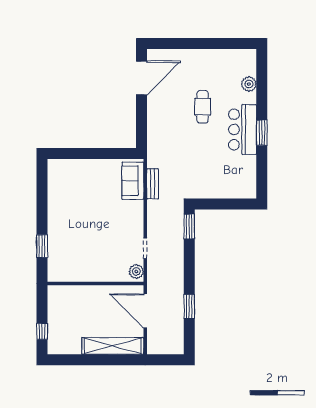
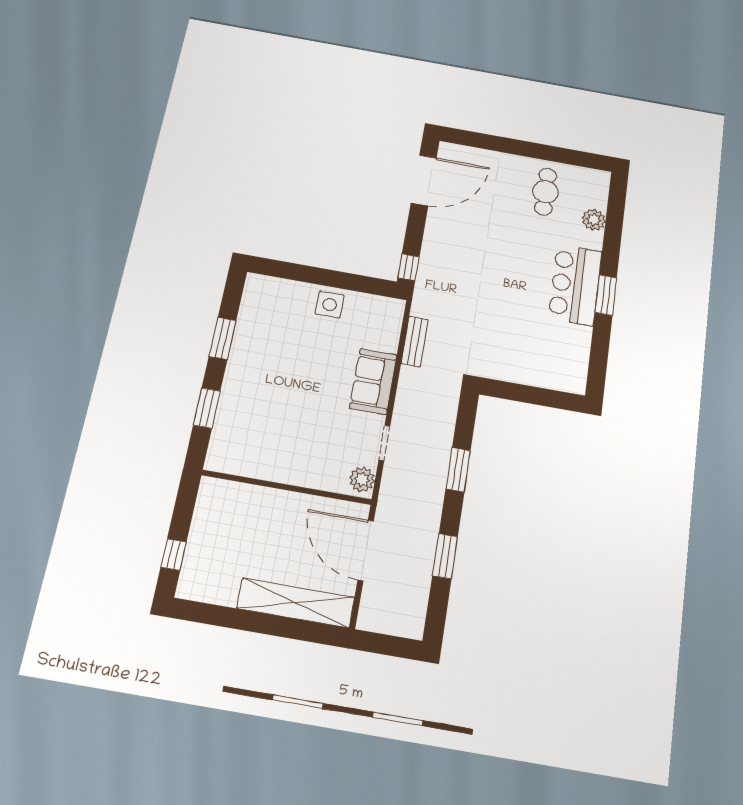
cafe table: (203, 107) -> (546, 192), moved
window: (141, 137) -> (408, 267), added
side table: (99, 170) -> (330, 305), added
sofa: (133, 181) -> (373, 381), moved
window: (42, 203) -> (223, 338), added
window: (189, 226) -> (458, 470), moved

